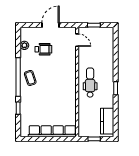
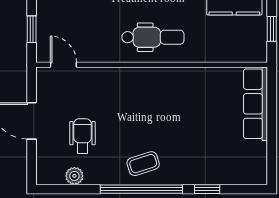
door: (77, 40) -> (63, 65), hinge flipped
dental chair: (90, 83) -> (153, 37), turned 180
row of seats: (52, 131) -> (256, 104), width x0.73

